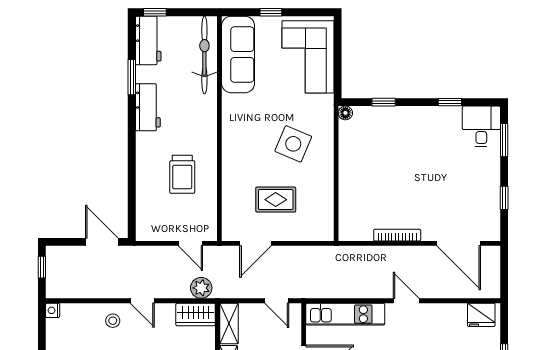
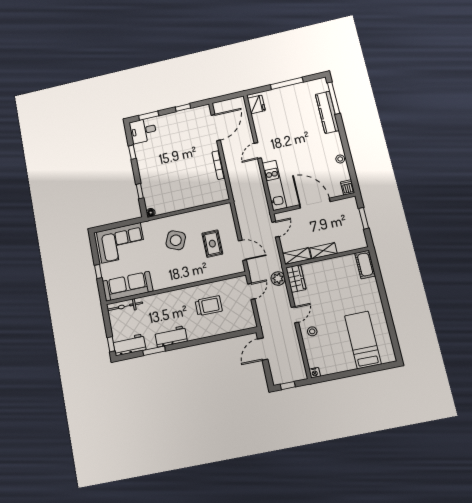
bicycle: (204, 55) -> (125, 306), width x0.73, depth x0.71

